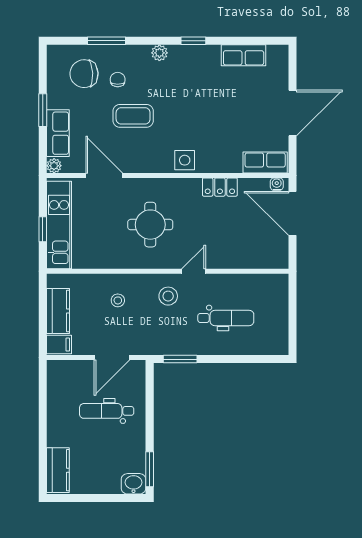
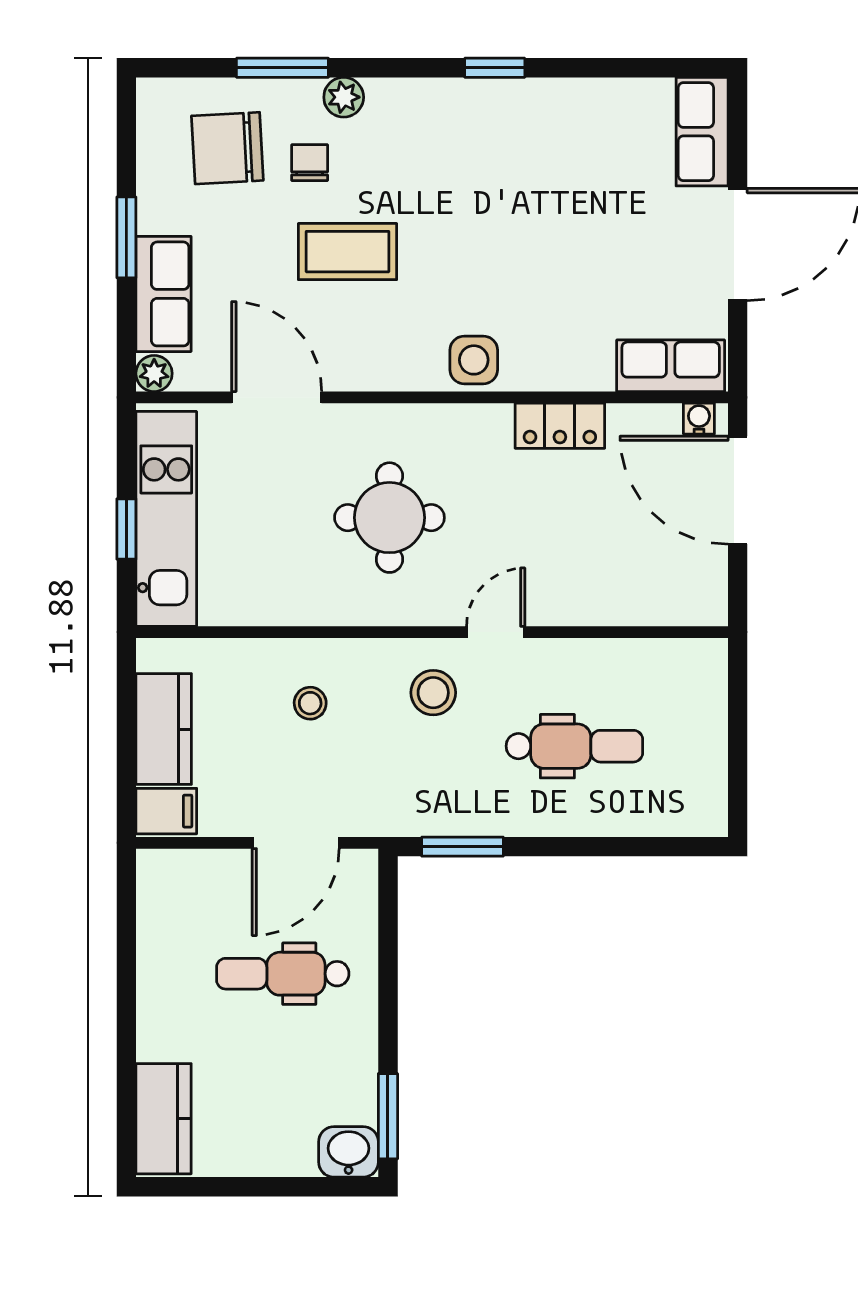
plant: (159, 53) -> (344, 97), moved
row of seats: (244, 55) -> (702, 132), moved, turned 90

